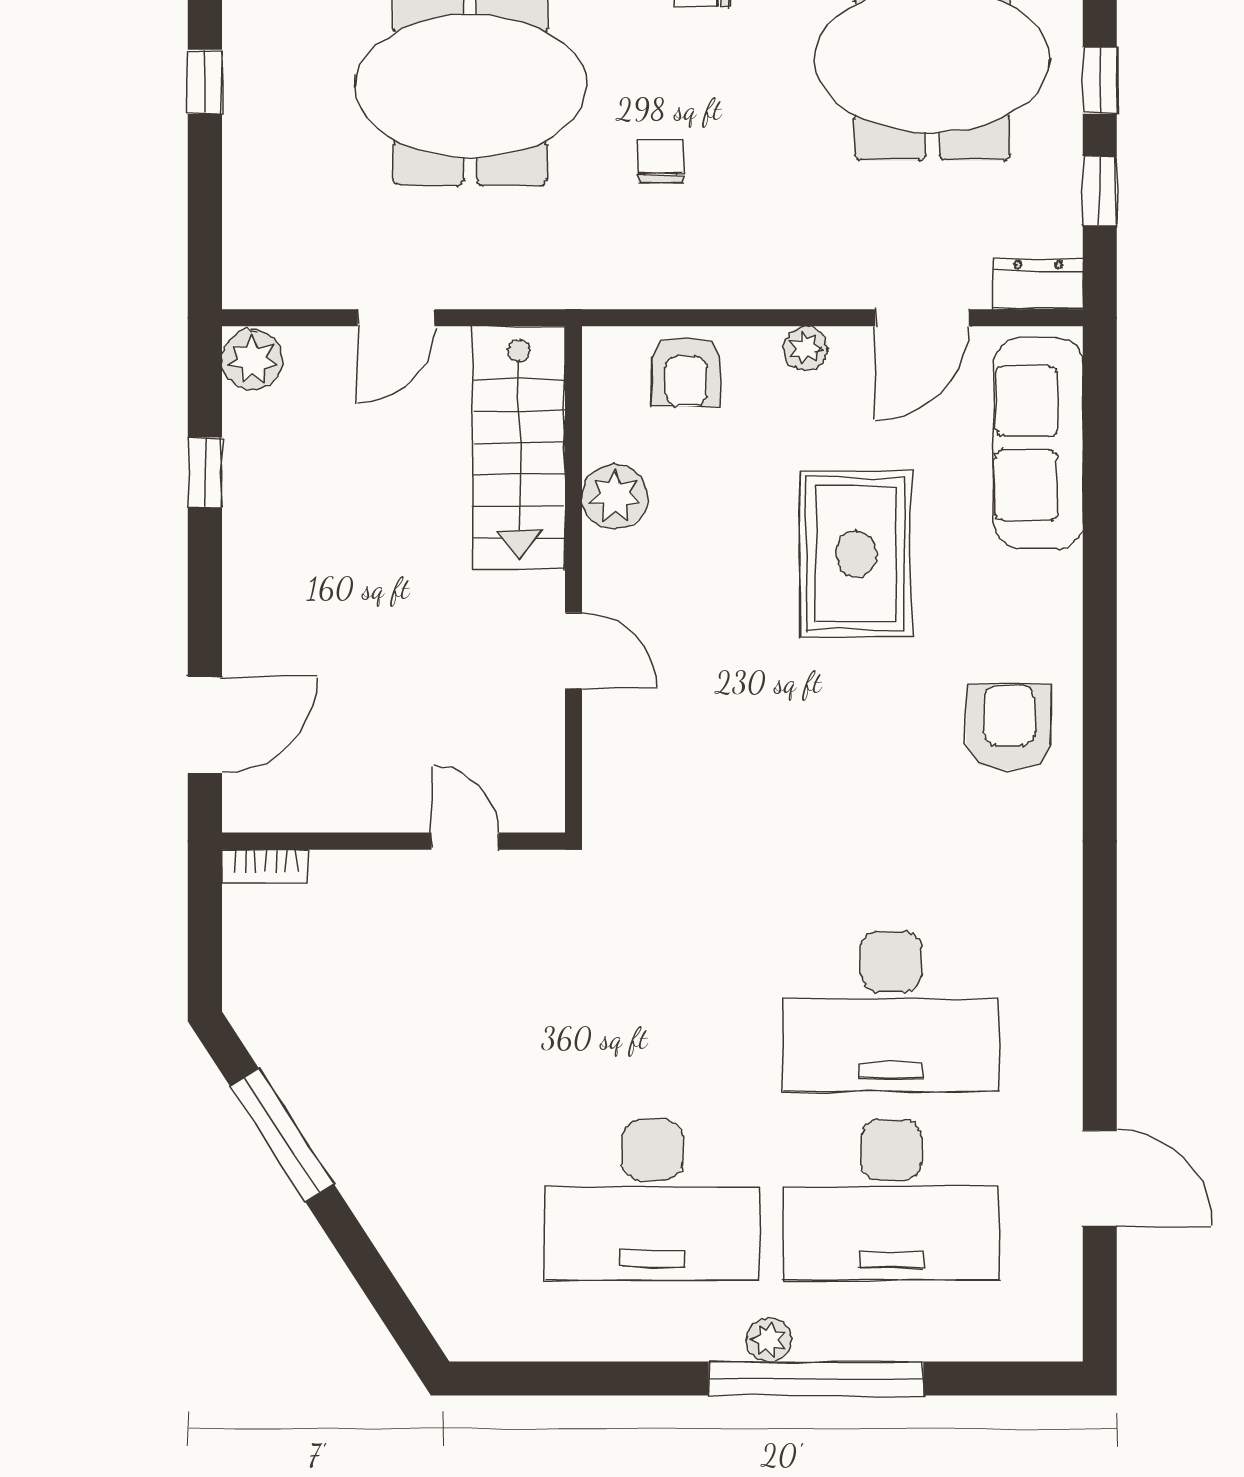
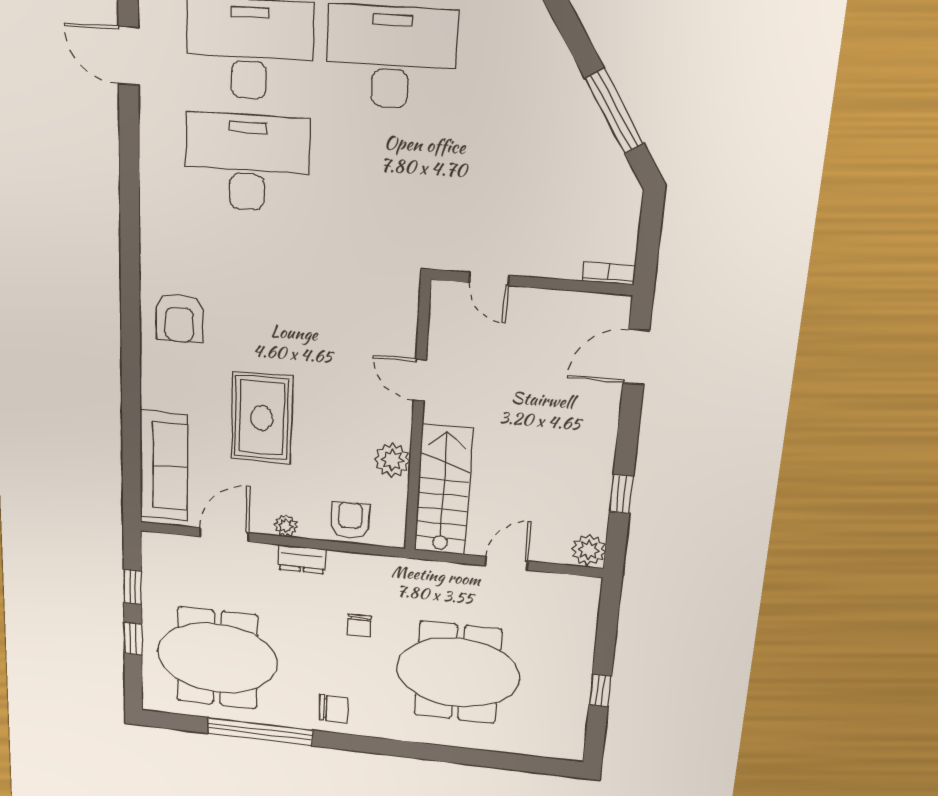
dresser: (1038, 284) -> (302, 559), moved

